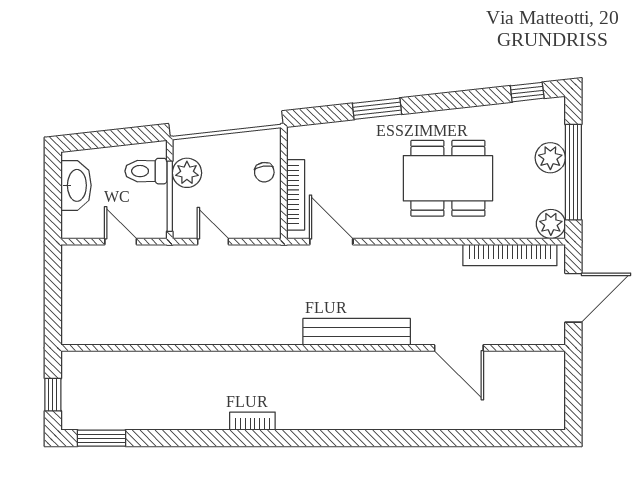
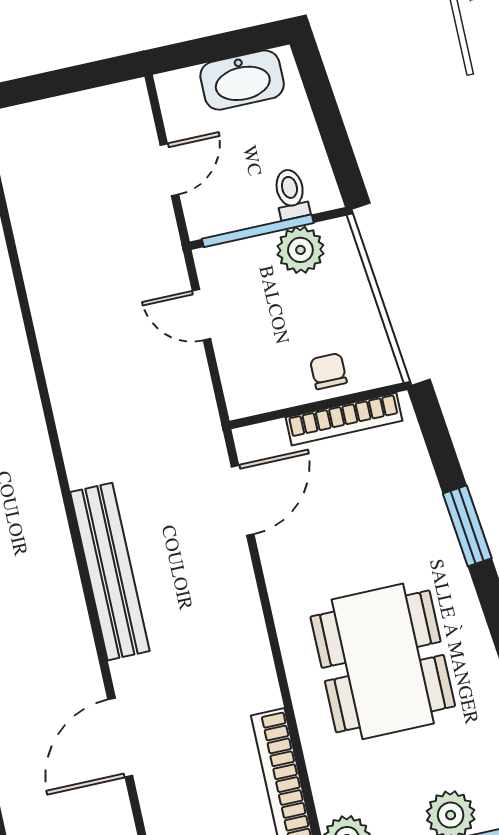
toilet: (146, 171) -> (291, 194), width x0.73, depth x0.72
chair: (264, 172) -> (328, 371), turned 98
bookcase: (296, 195) -> (344, 419), moved
door: (213, 242) -> (202, 315), swing flipped

